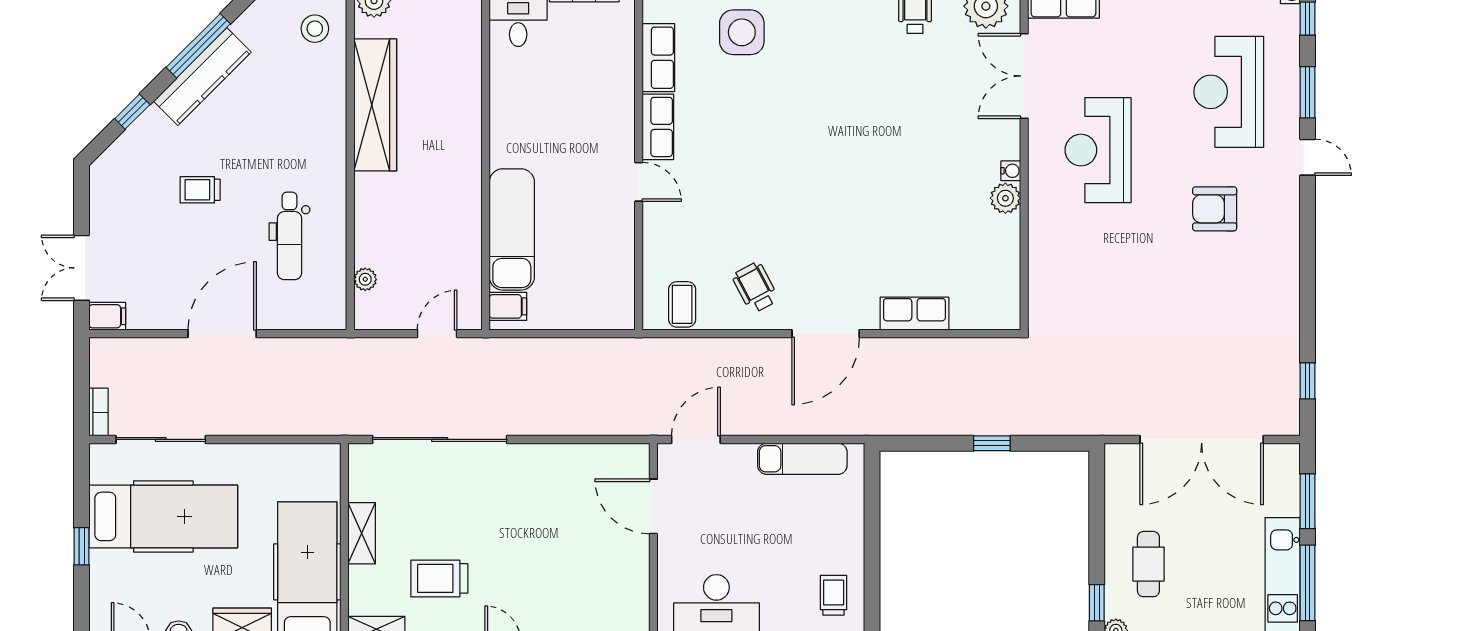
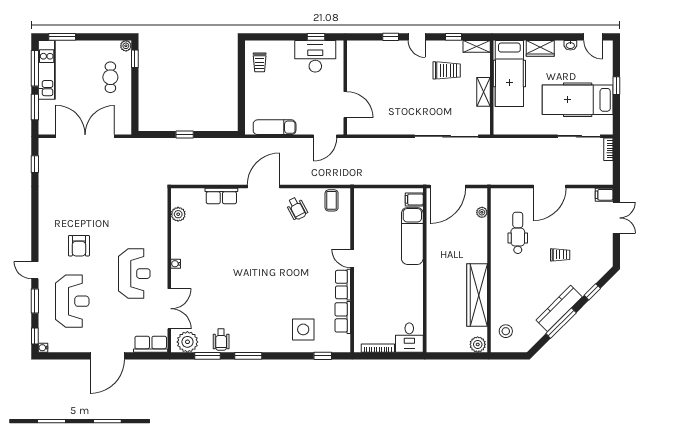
plant: (1005, 198) -> (178, 214), moved
armchair: (1215, 209) -> (79, 246), turned 90
door: (437, 334) -> (448, 187), width x1.88

